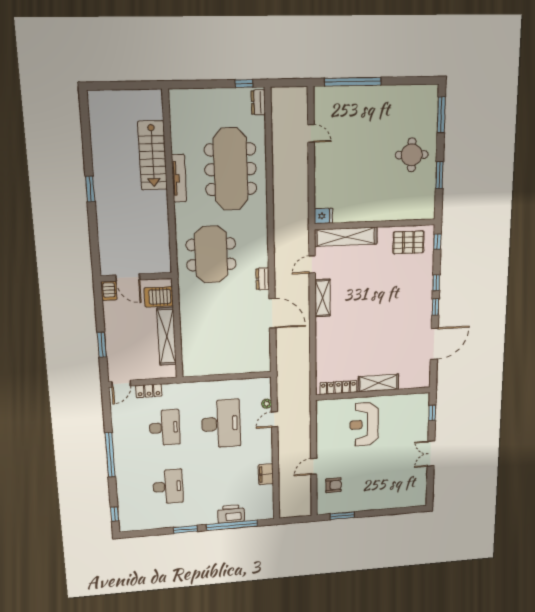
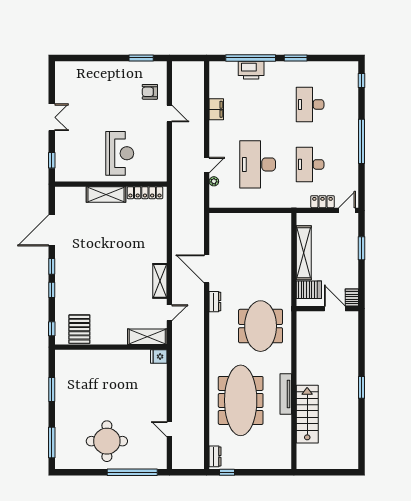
round table: (412, 155) -> (107, 441), moved, width x1.36, depth x1.36
shelving: (346, 237) -> (147, 337), width x0.68
pallet: (408, 242) -> (79, 329), turned 90
door: (314, 466) -> (169, 114), hinge flipped

